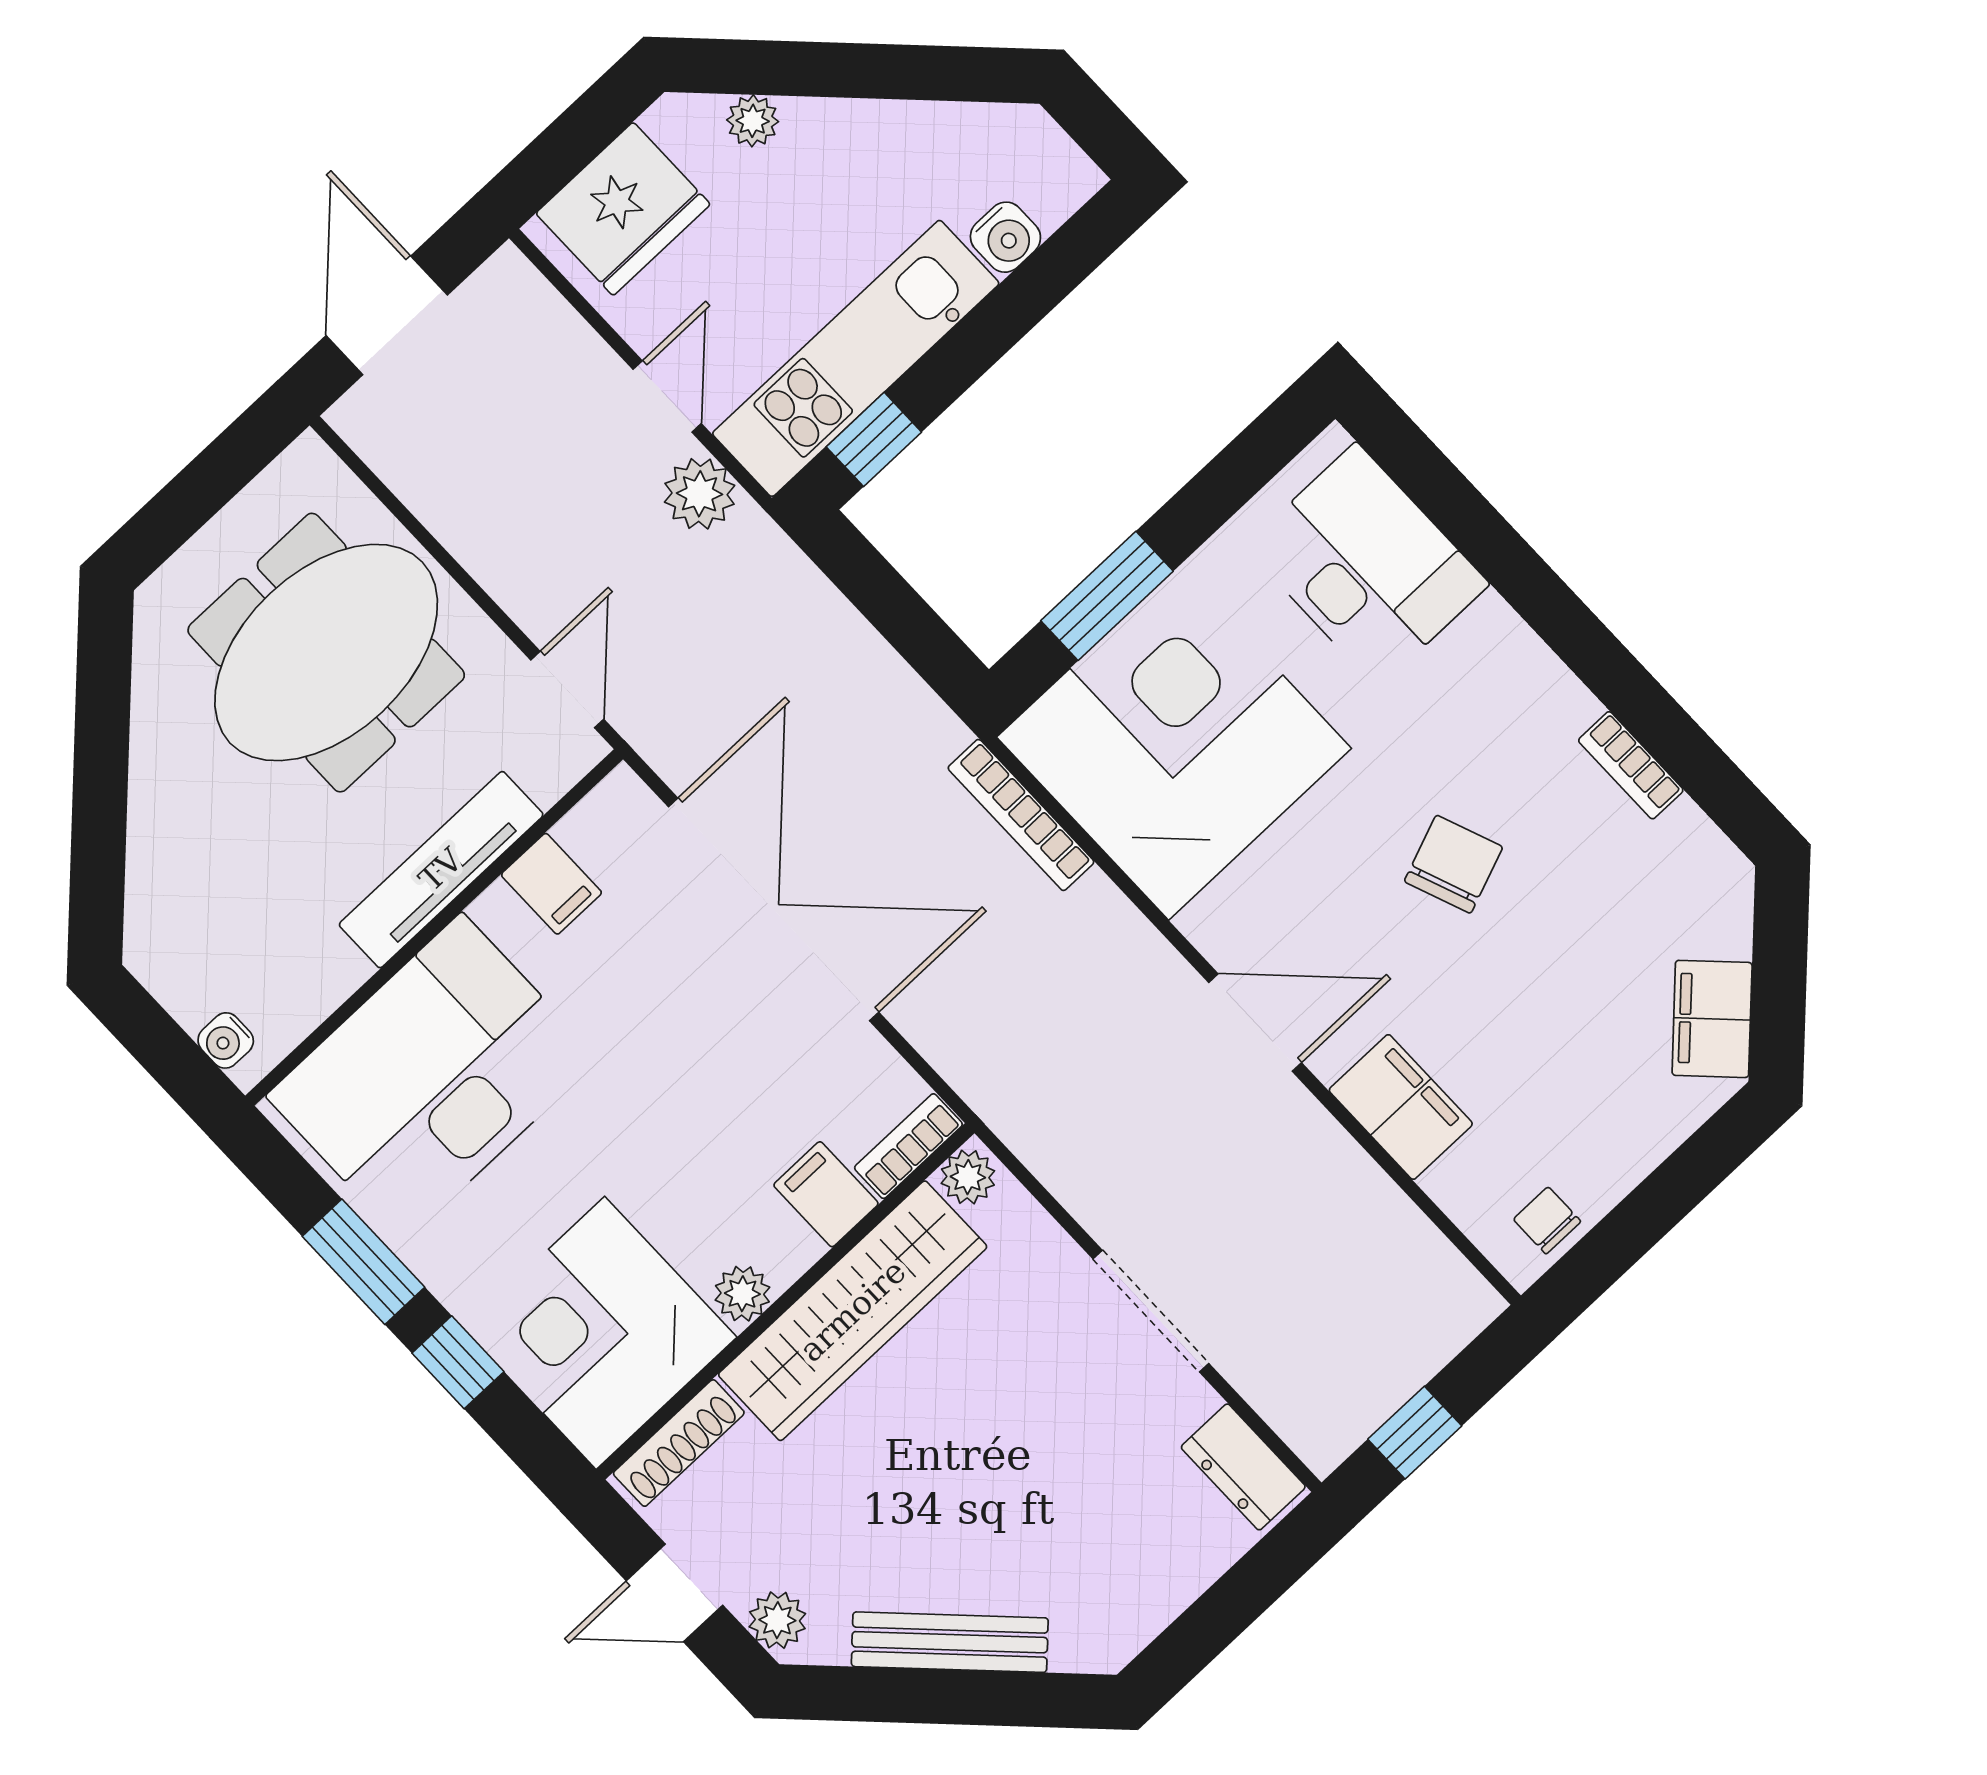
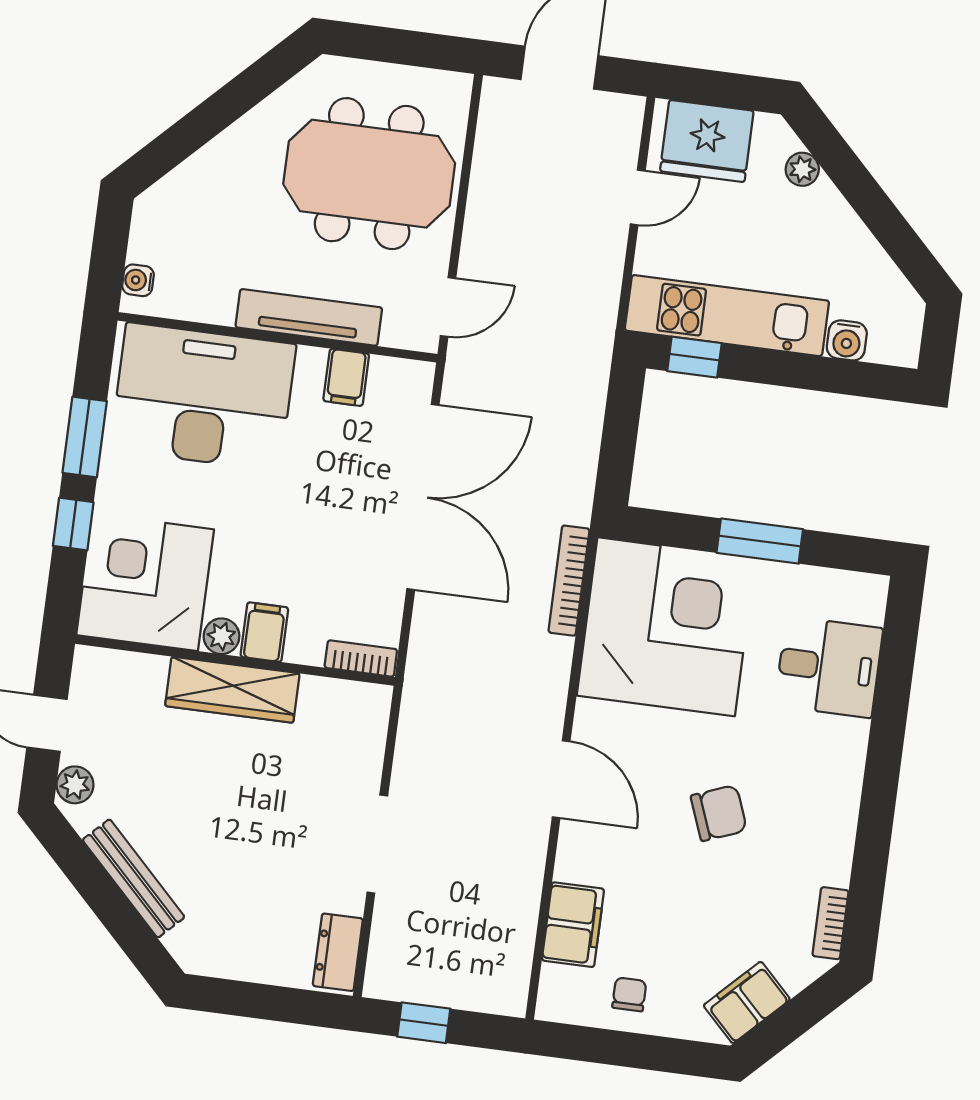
door: (667, 396) -> (638, 198), moved
plant: (700, 494) -> (598, 293), removed
desk: (1367, 565) -> (829, 667), width x0.73
window: (1107, 596) -> (760, 541), moved
bookcase: (1631, 765) -> (831, 923), moved
filing cabinet: (1401, 1107) -> (573, 925), moved
plant: (968, 1177) -> (370, 700), removed
filing cabinet: (826, 1194) -> (264, 632), moved
chair: (1547, 1220) -> (629, 994), moved
wardrobe: (853, 1311) -> (232, 690), width x0.71, depth x0.85
shoe rack: (679, 1443) -> (122, 665), removed

